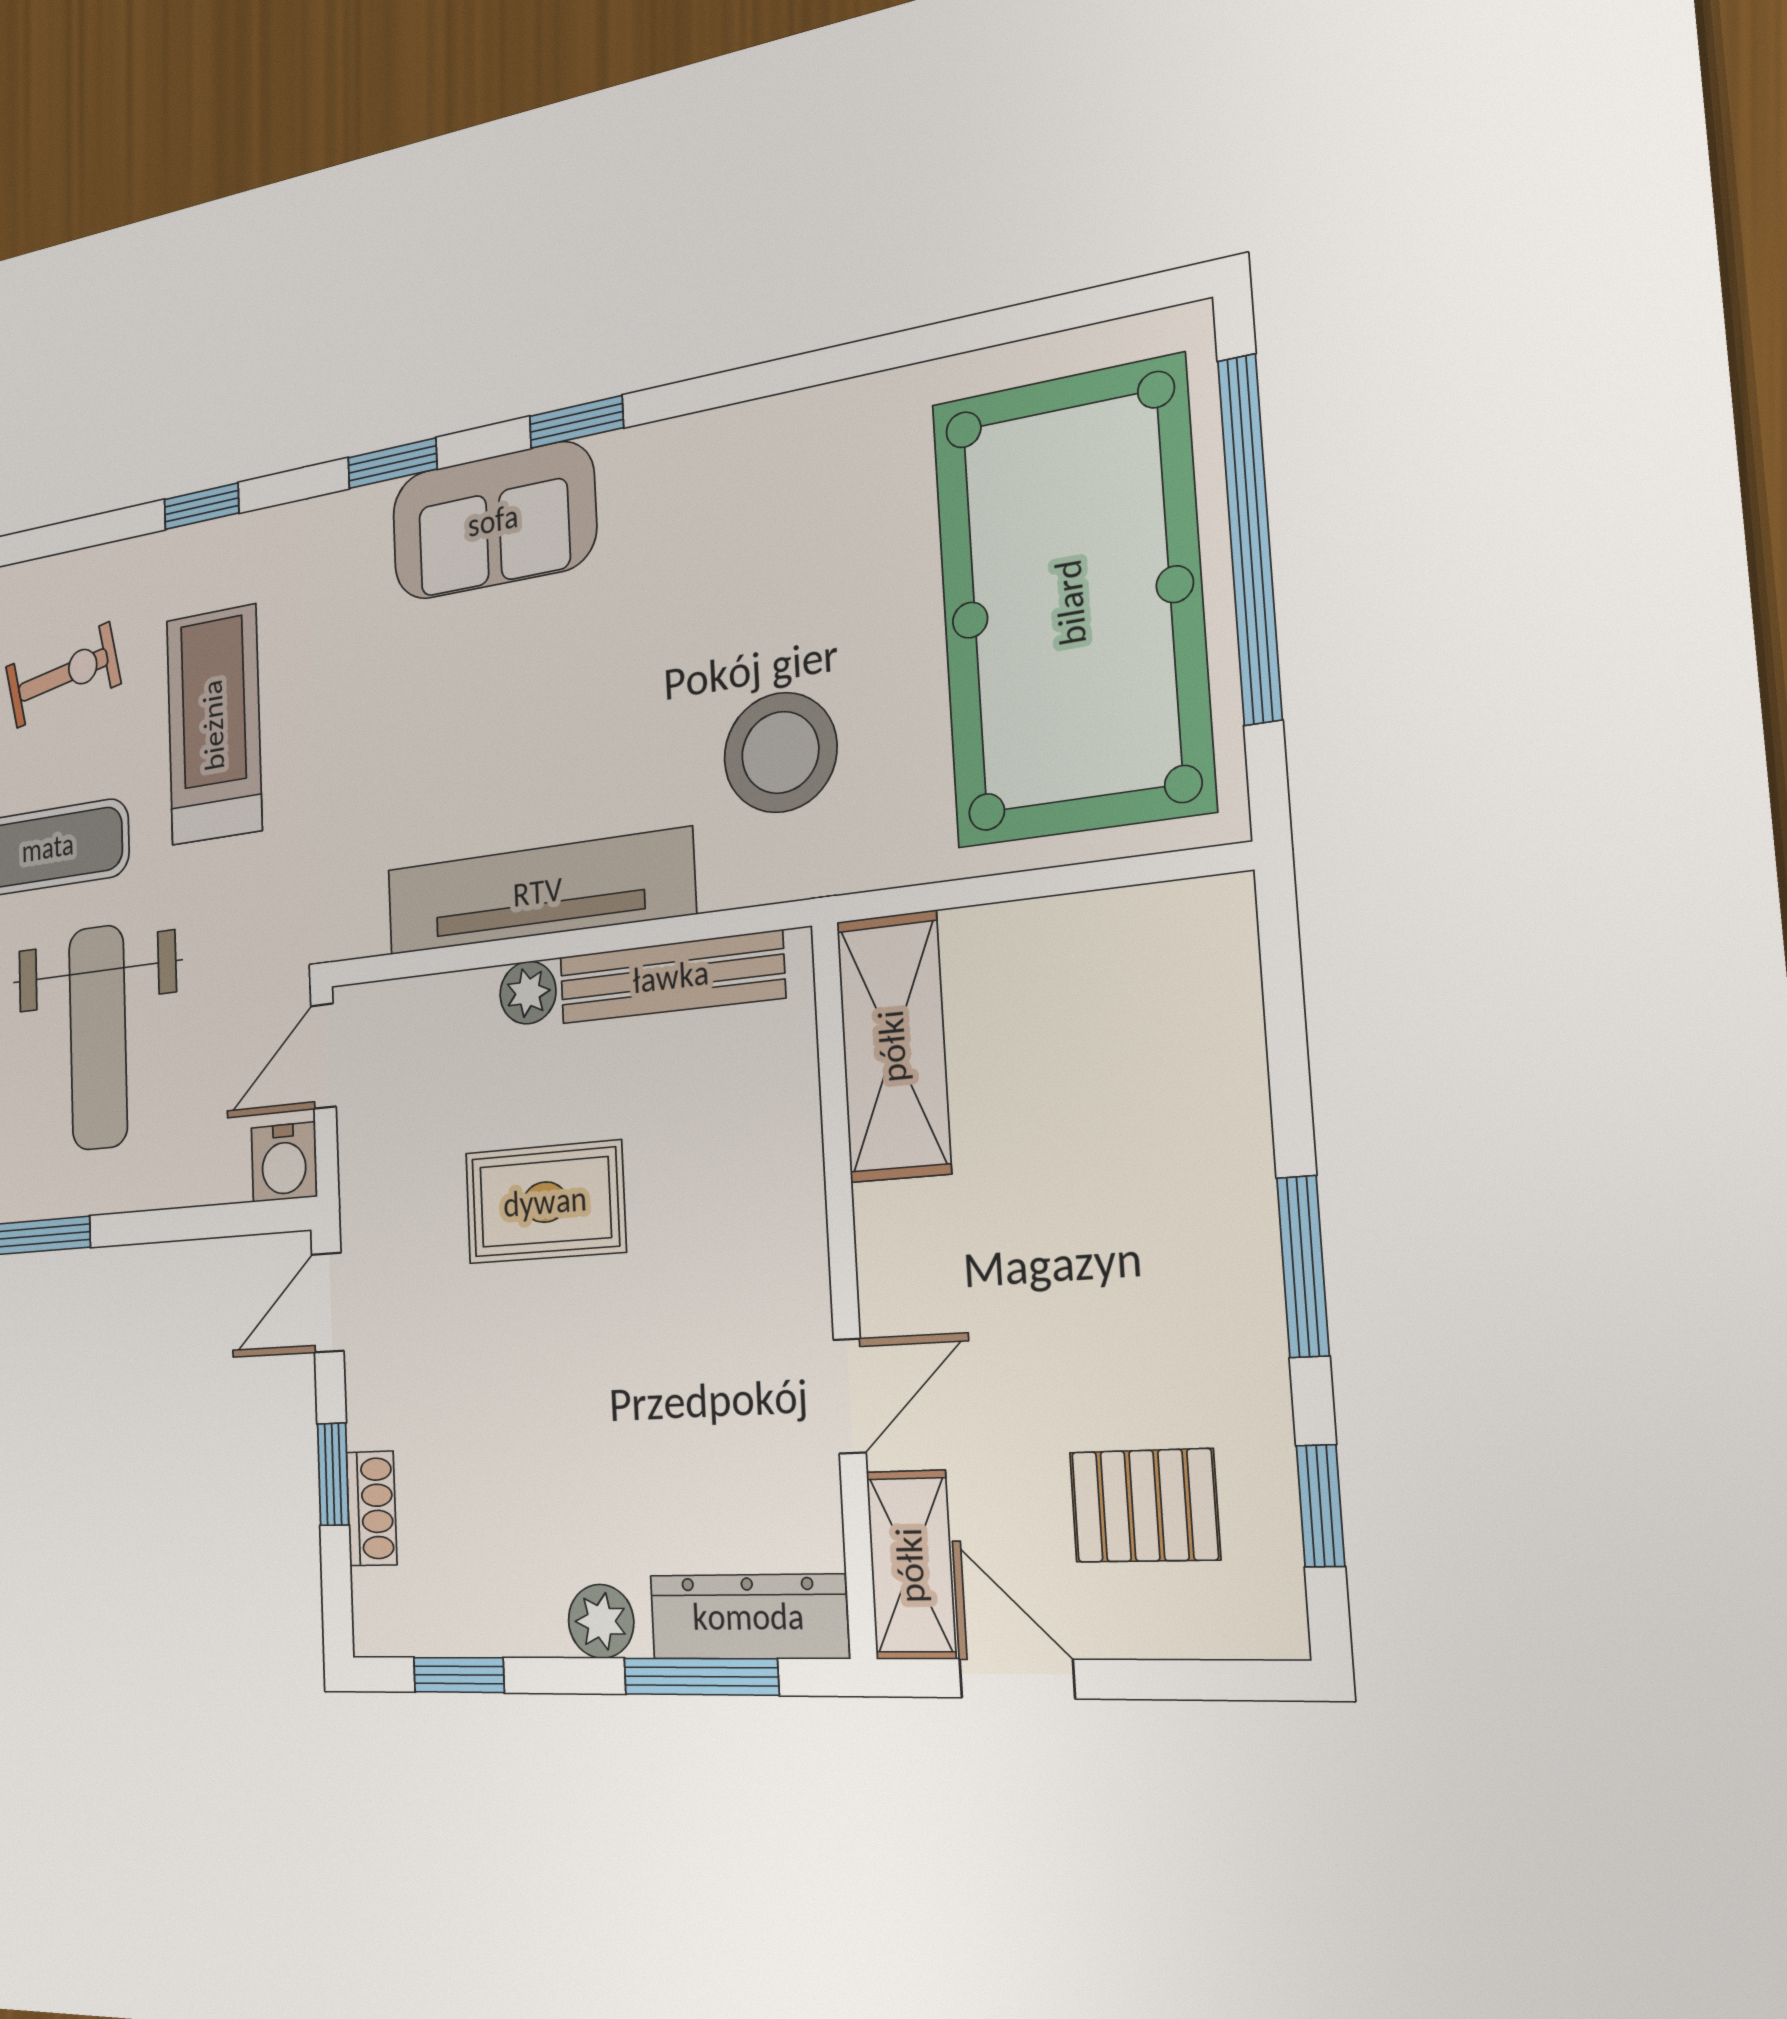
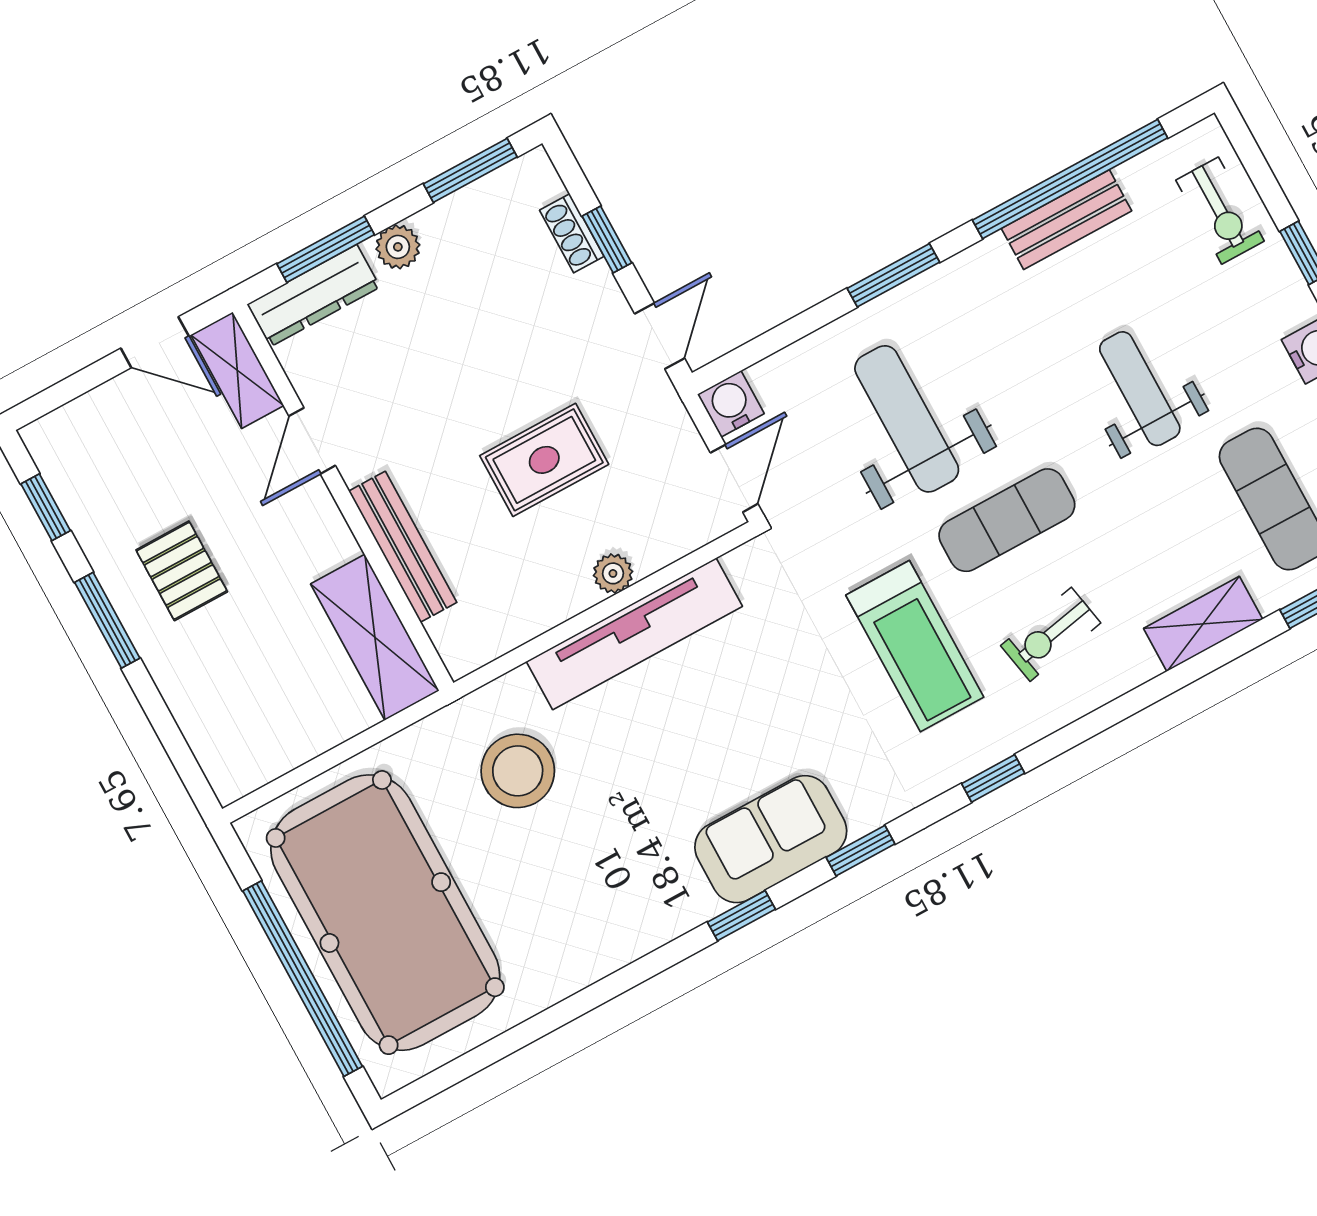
bench: (671, 977) -> (403, 547), moved, turned 90
pallet: (1144, 1506) -> (182, 571), moved, turned 90
window: (459, 1675) -> (470, 170), width x1.50

